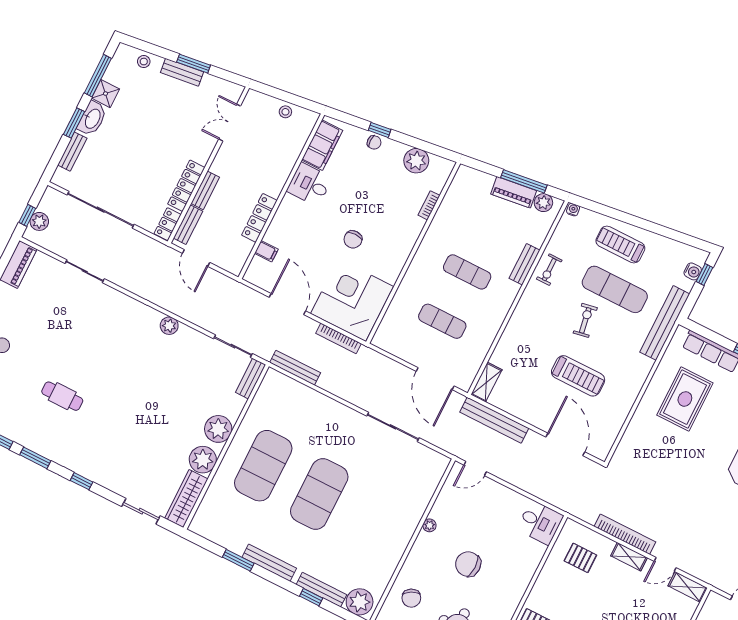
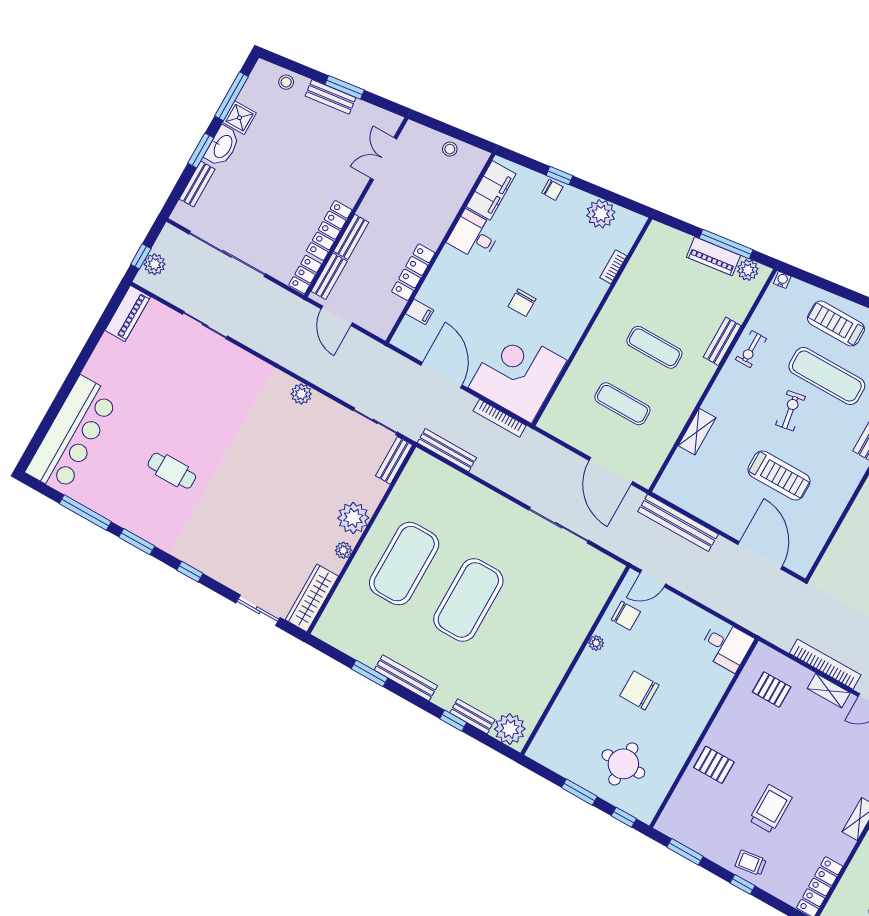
shelving: (486, 382) -> (697, 432), moved
plant: (203, 460) -> (343, 550), width x0.53, depth x0.53
bench: (321, 590) -> (472, 716), width x0.73
chair: (411, 598) -> (626, 616), moved, turned -62

